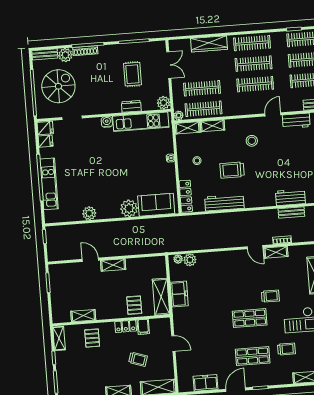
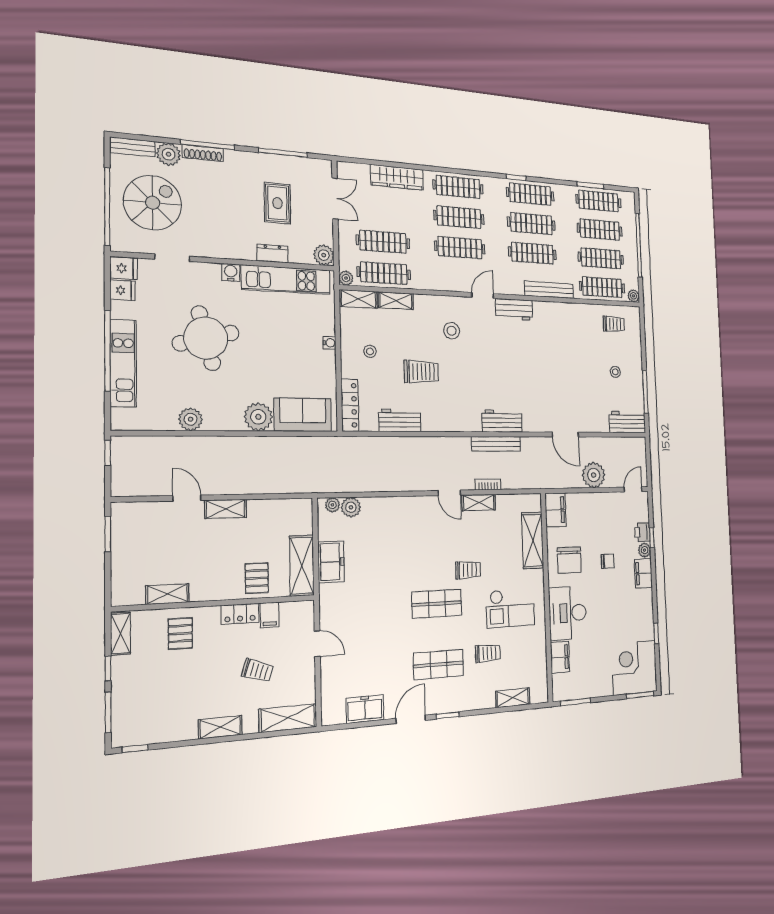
round table: (95, 164) -> (206, 338), added
trolley: (232, 170) -> (421, 372), turned 180
workbench: (224, 203) -> (400, 420), width x0.73
bench: (291, 212) -> (496, 444), width x1.36

